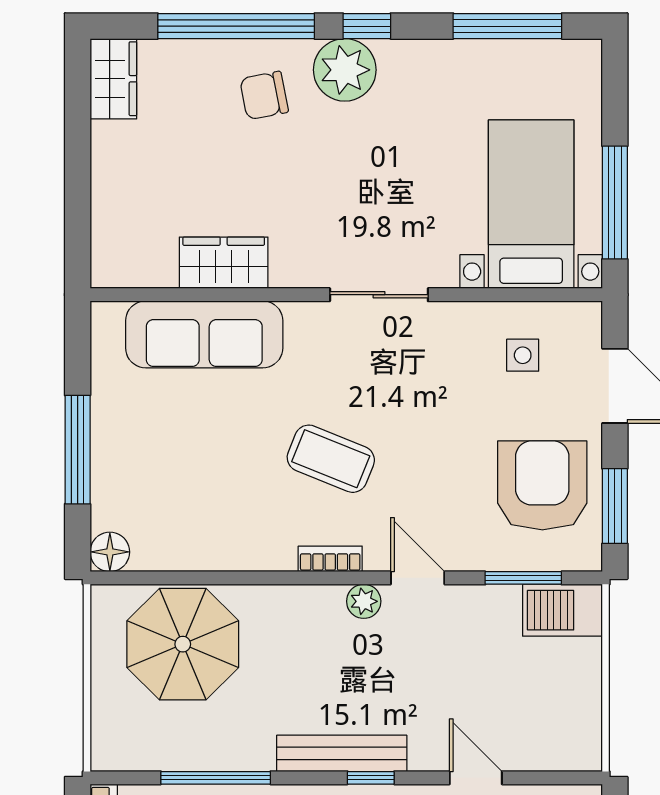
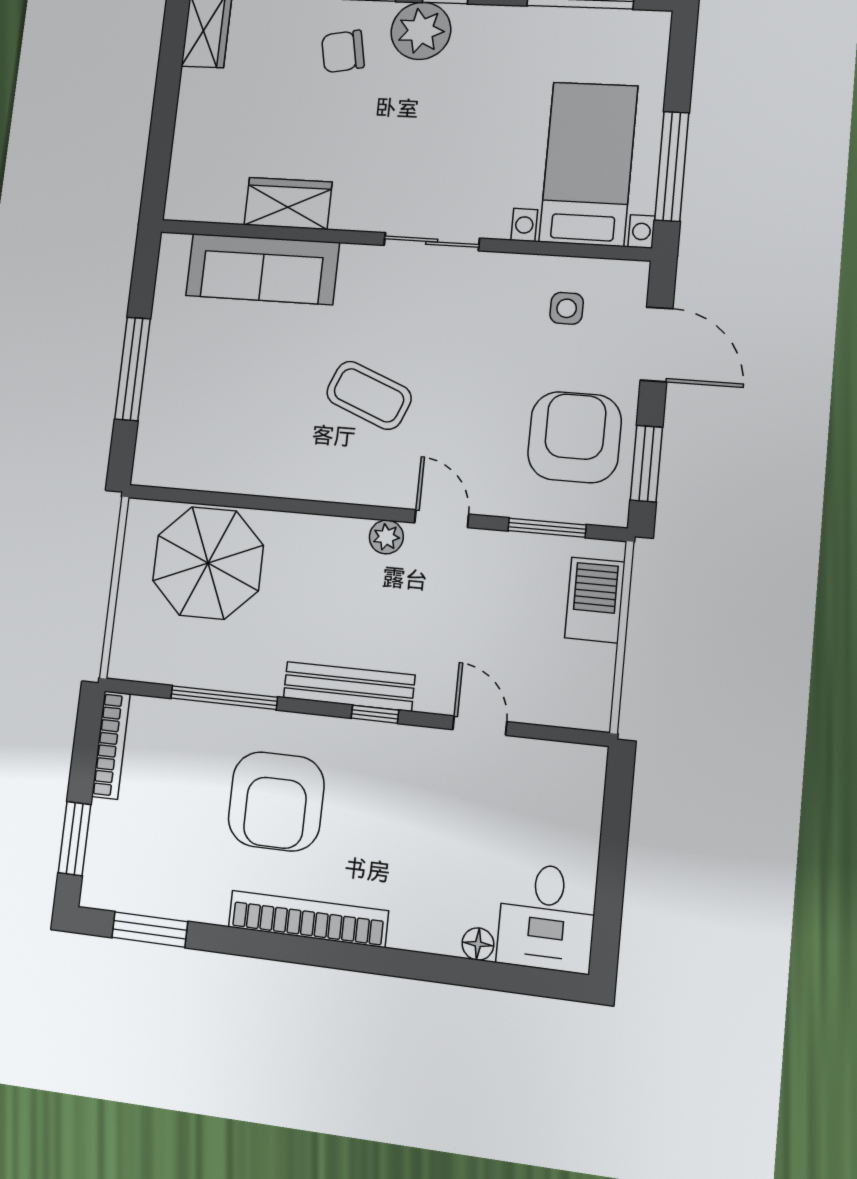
floor lamp: (110, 552) -> (150, 468), removed
bookcase: (330, 559) -> (358, 492), removed
barbecue: (562, 610) -> (595, 600), moved, turned 90

